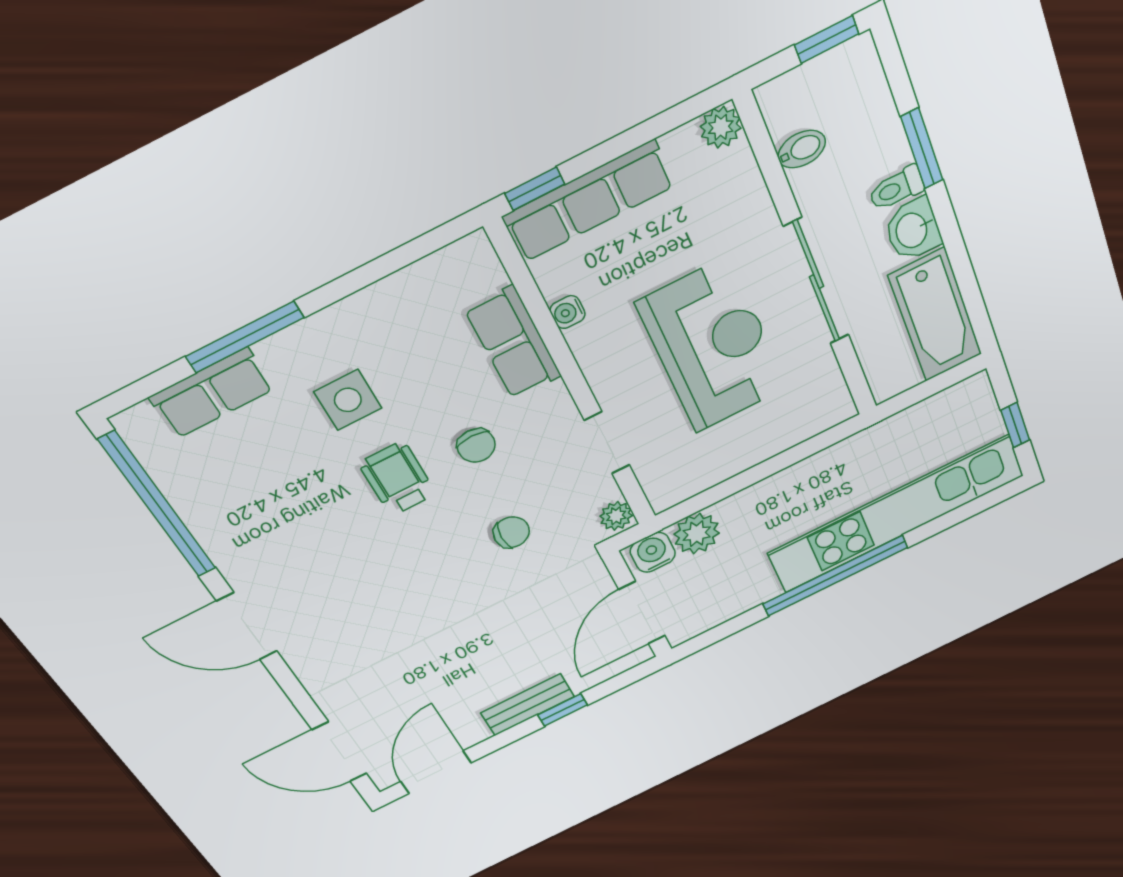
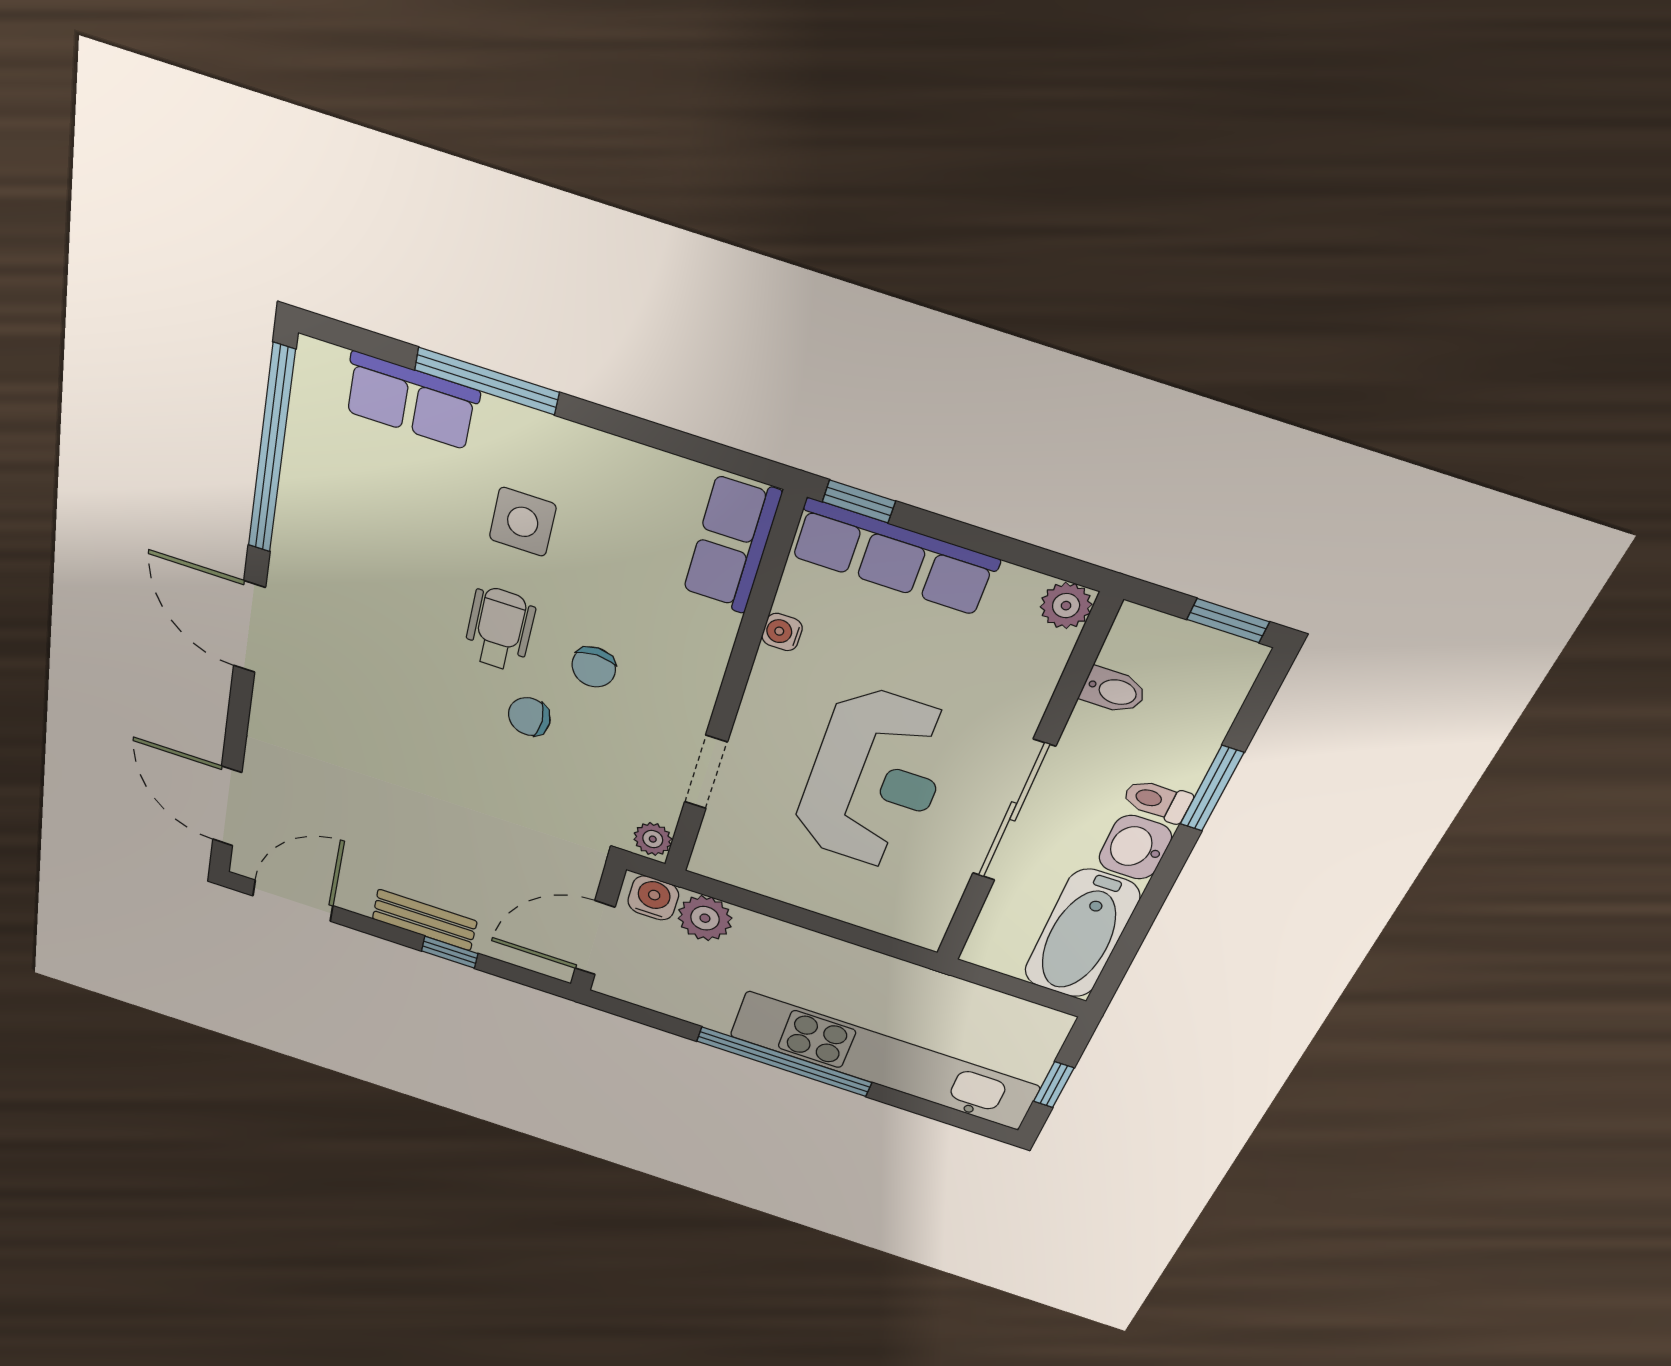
row of seats: (513, 343) -> (732, 543), moved
chair: (511, 532) -> (529, 717), moved, turned 180

